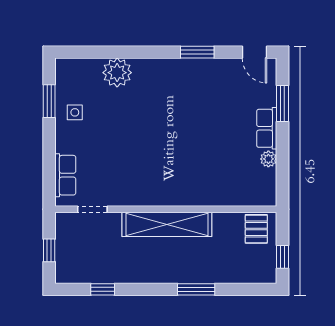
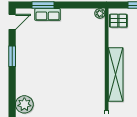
row of seats: (267, 128) -> (47, 14), moved
plant: (268, 159) -> (100, 13), moved

